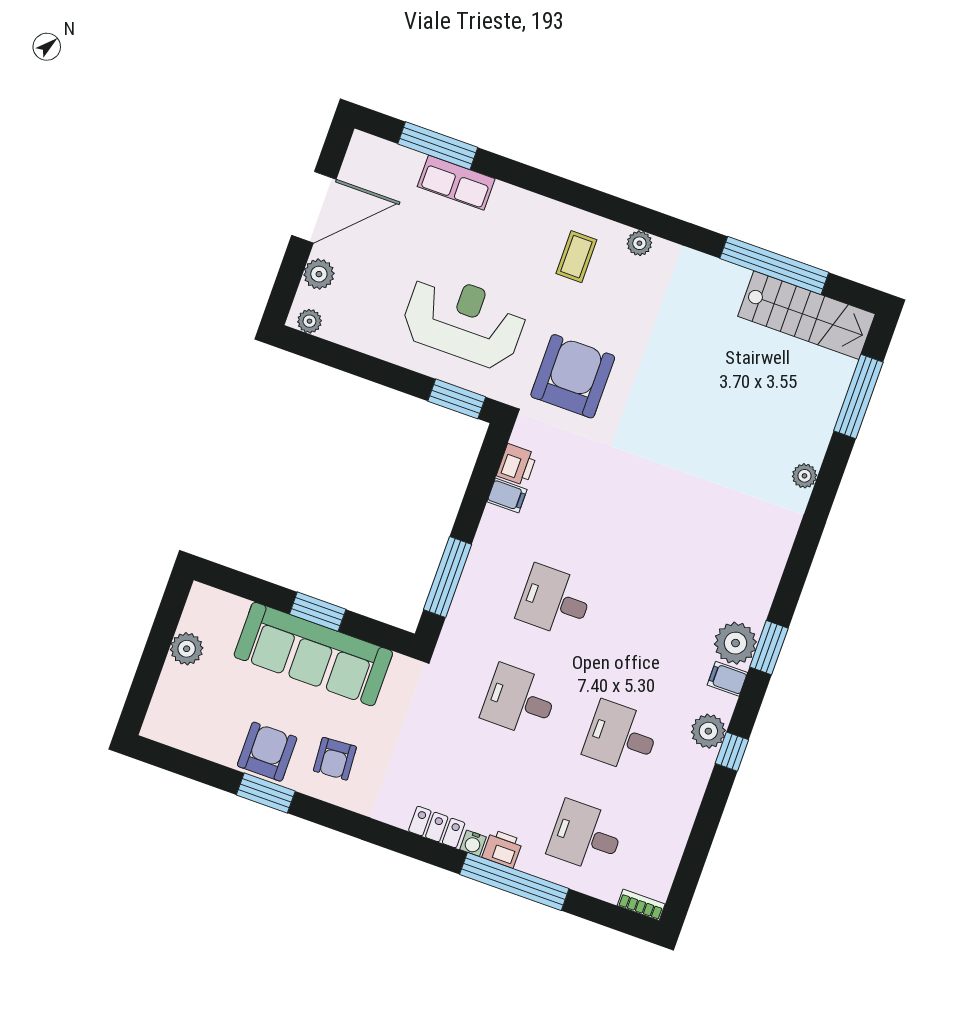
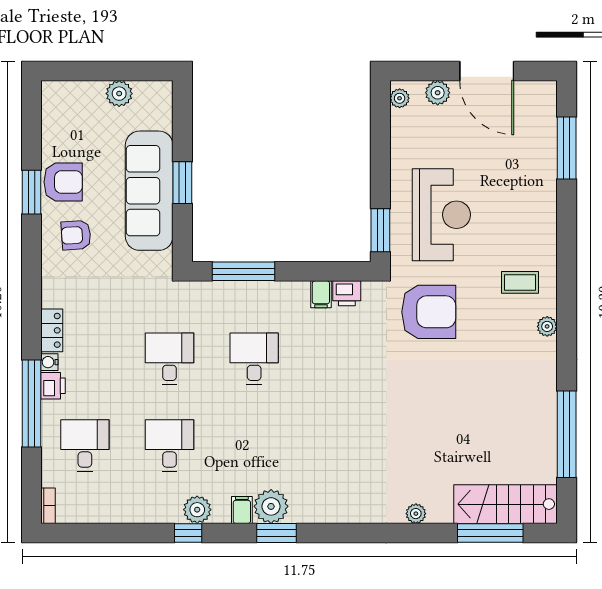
row of seats: (456, 183) -> (544, 172), removed
stairs: (806, 315) -> (506, 504), moved, turned 90

